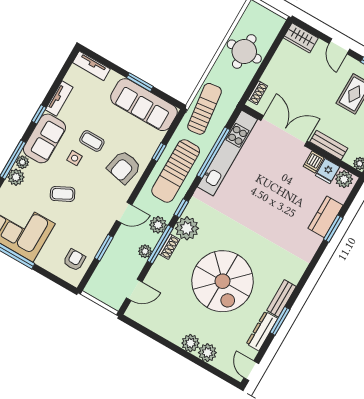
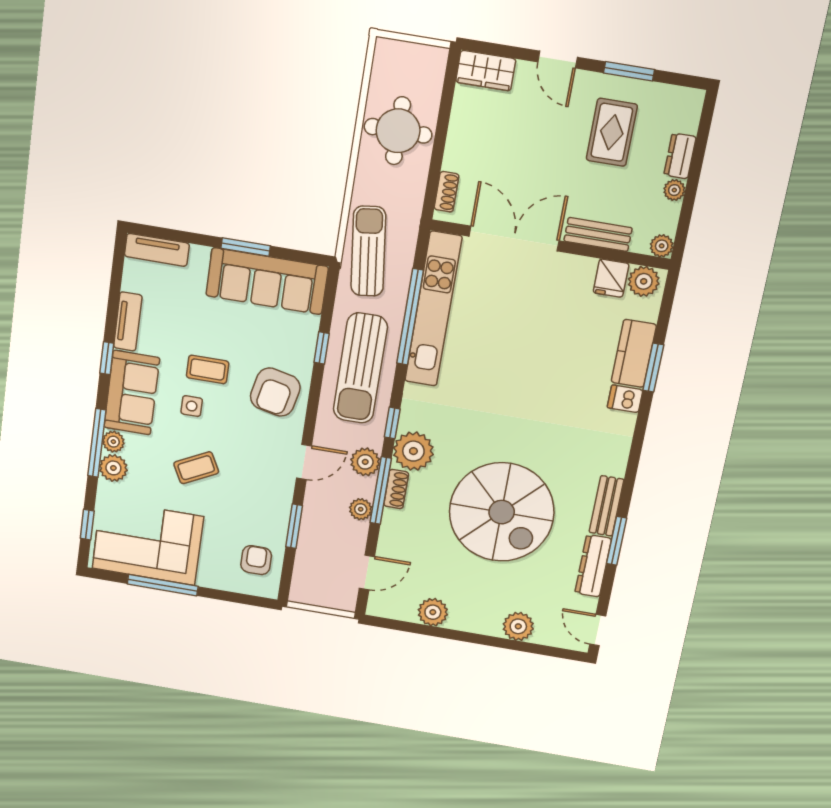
dishwasher: (314, 162) -> (625, 399), moved, turned 90
plant: (190, 343) -> (433, 612), moved

